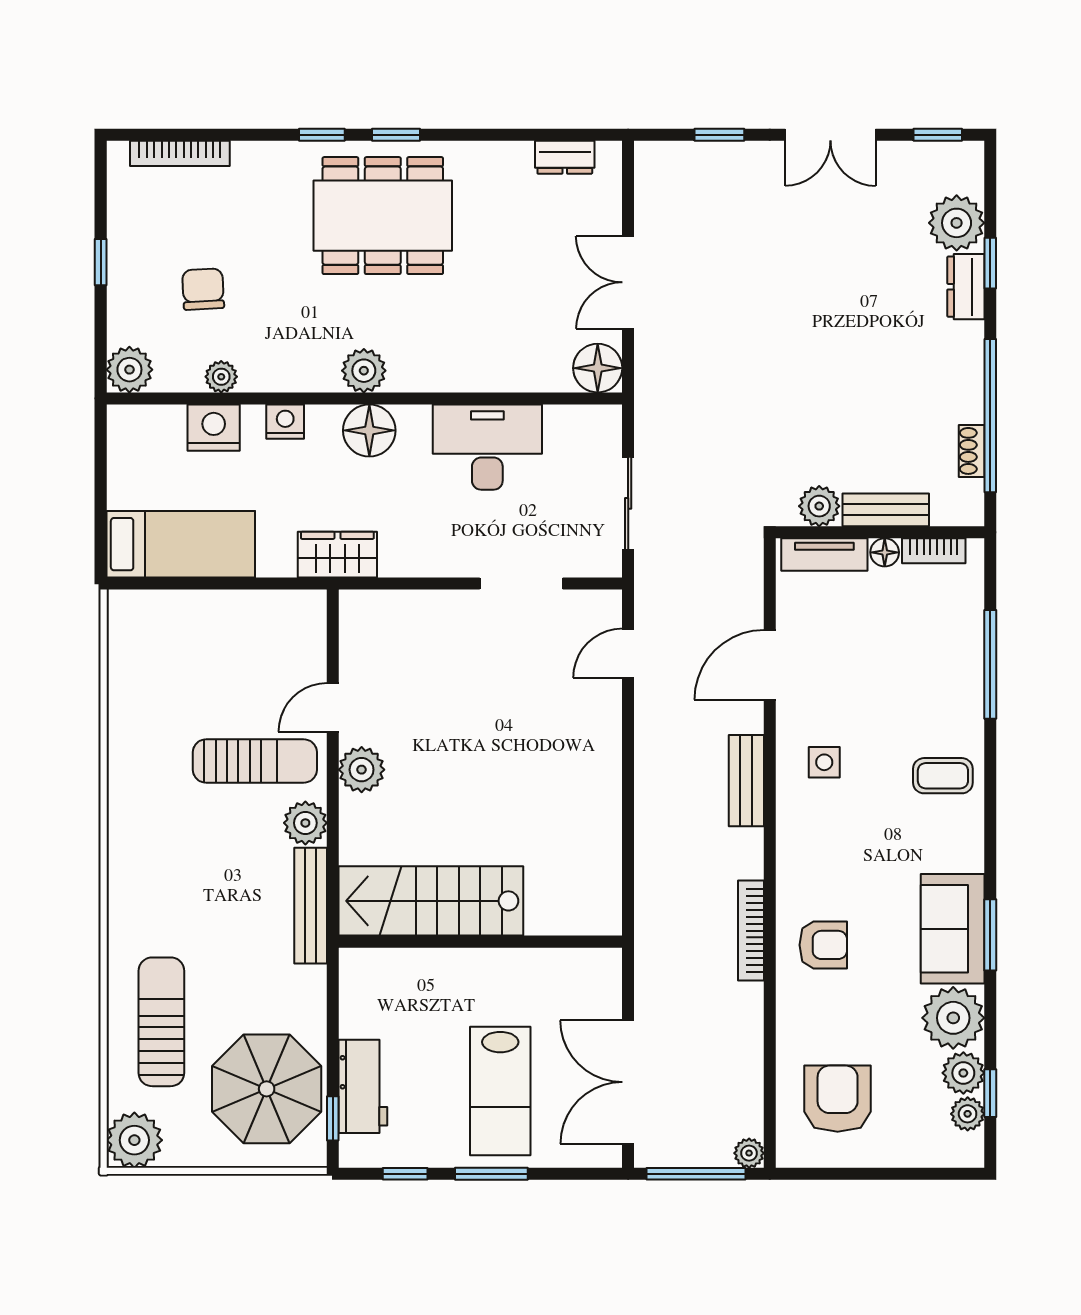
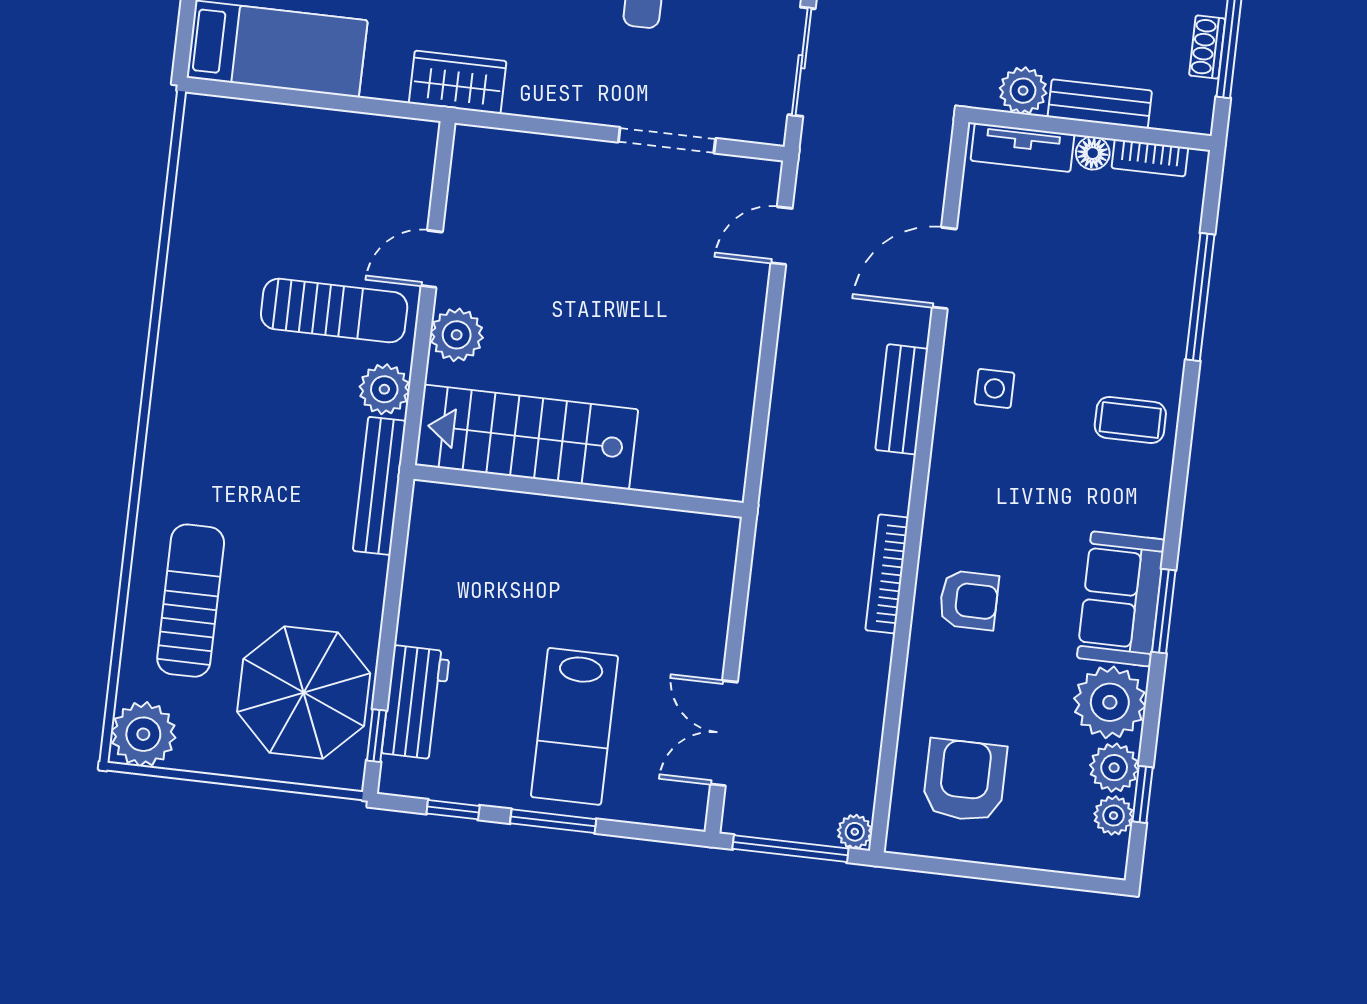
stairs: (431, 901) -> (526, 437), moved
wall: (480, 942) -> (578, 491), moved
double door: (628, 1082) -> (724, 733), width x0.73

